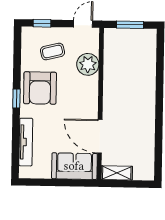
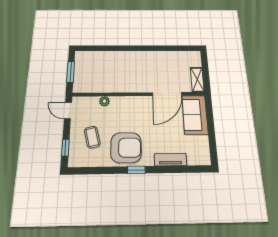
plant: (88, 64) -> (104, 101), width x0.53, depth x0.53
tv unit: (26, 142) -> (170, 160), width x0.71

